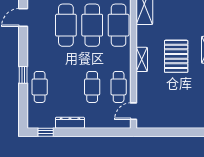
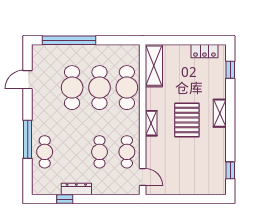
window: (23, 75) -> (28, 139), width x2.17
door: (134, 111) -> (143, 177), swing flipped
window: (46, 132) -> (65, 199), moved

